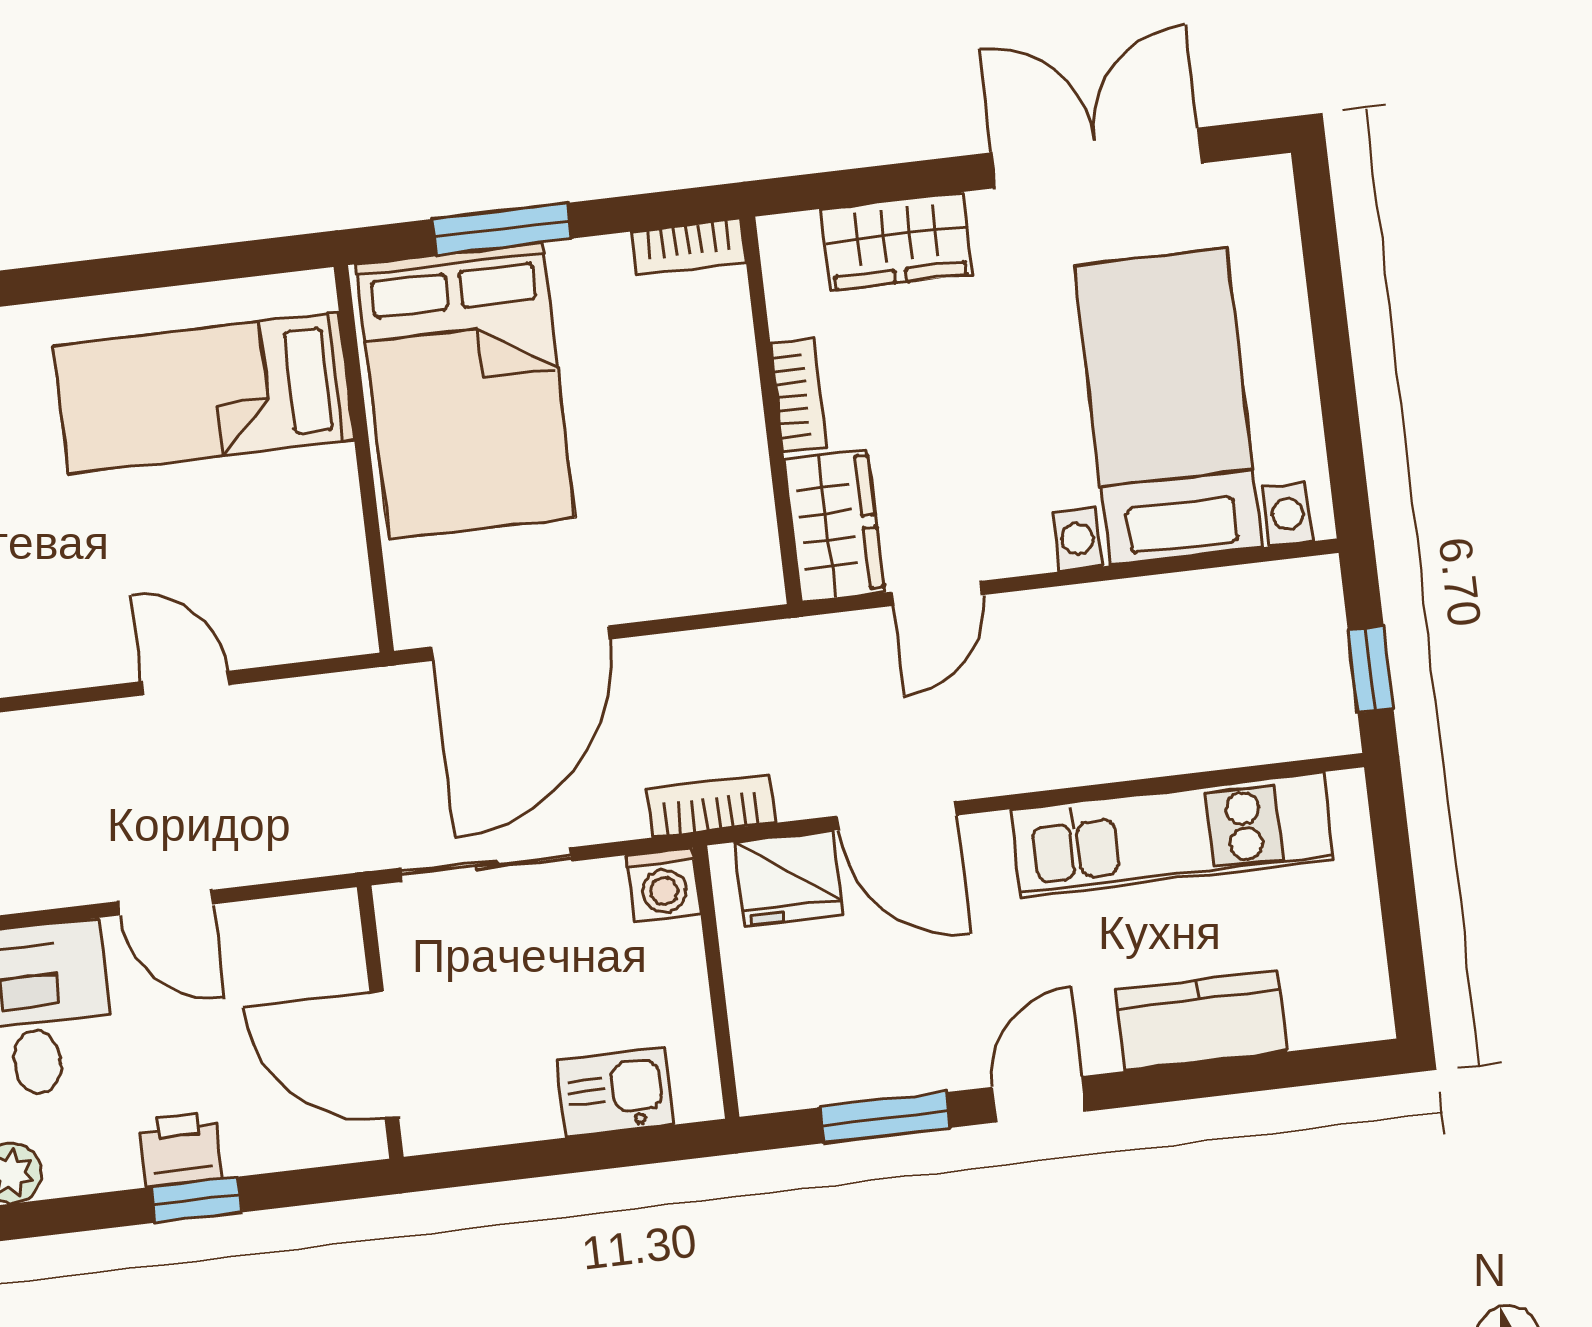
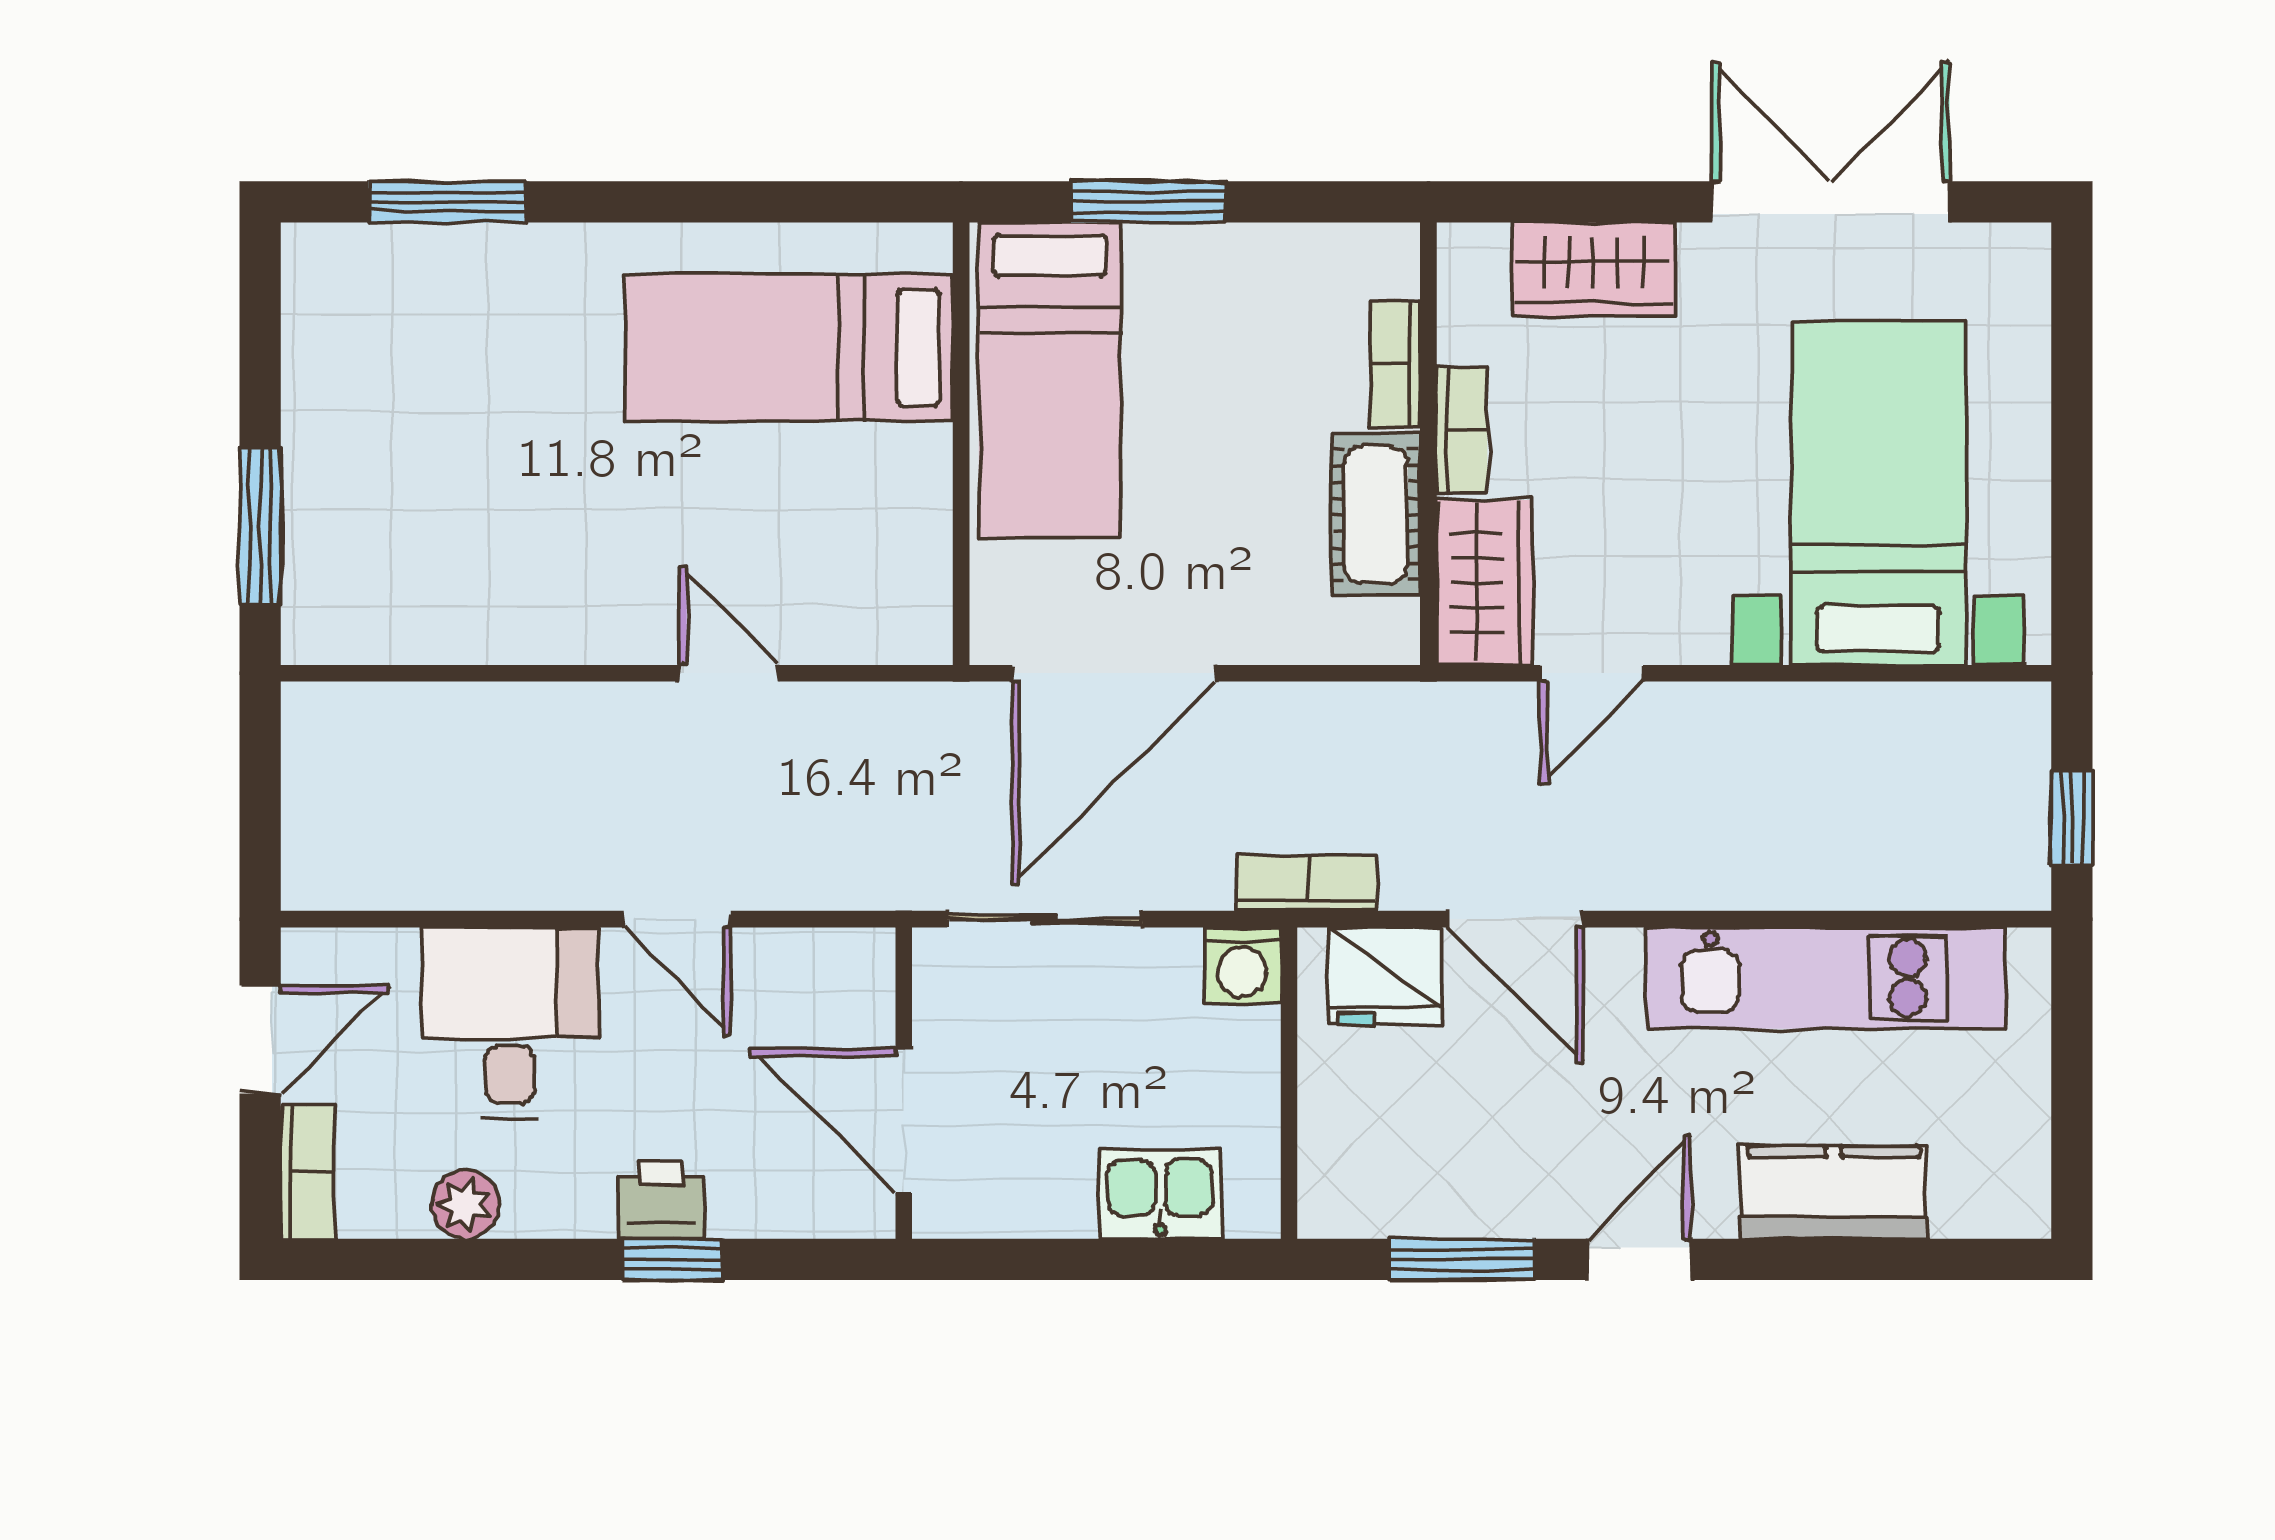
bookcase: (689, 247) -> (1395, 364), moved, turned 90
bed: (466, 391) -> (1050, 380), width x0.67
cot: (733, 478) -> (1376, 515), added

